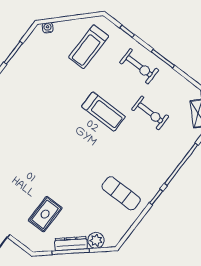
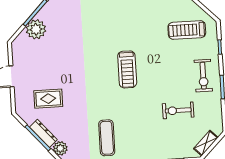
treadmill: (103, 112) -> (127, 69), moved
exercise bike: (150, 113) -> (178, 110), turned 90

